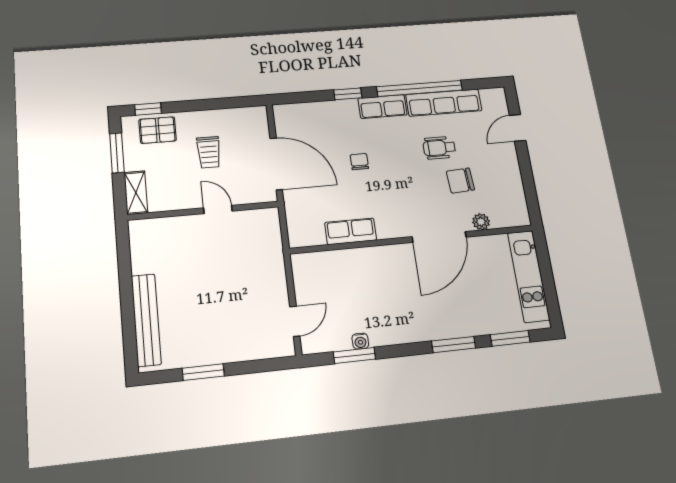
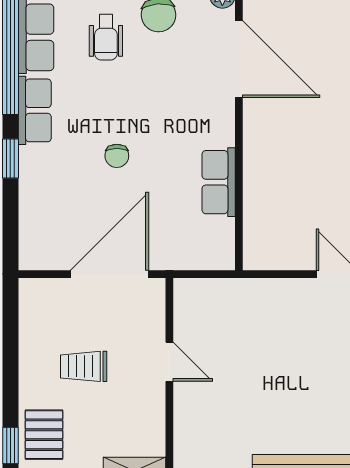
trolley: (209, 152) -> (84, 366), turned 180
chair: (359, 162) -> (117, 156), turned -90
door: (218, 209) -> (169, 362), swing flipped

